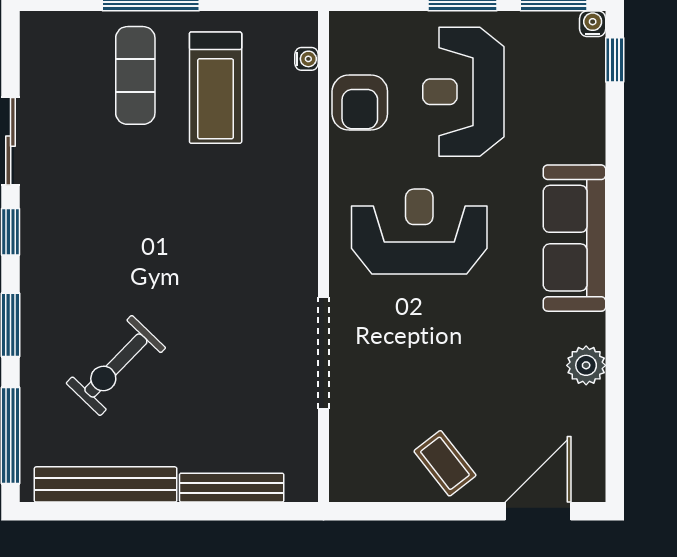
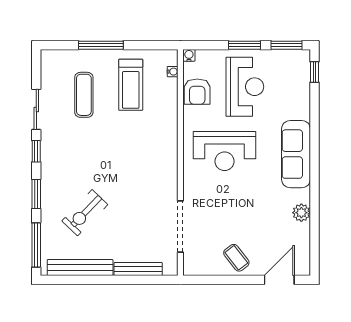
water cooler: (593, 24) -> (189, 55), moved
exercise mat: (135, 75) -> (84, 95), moved
reception desk: (463, 92) -> (245, 87), turned 180
reception desk: (419, 232) -> (225, 151), turned 180
doorway: (324, 353) -> (180, 227), moved

